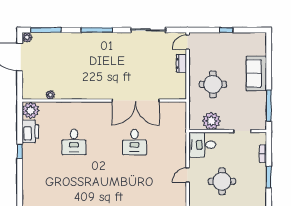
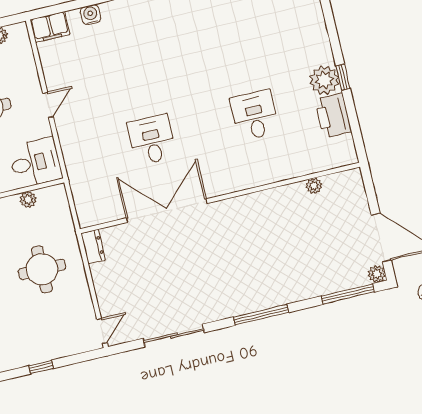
dresser: (181, 63) -> (93, 247), moved
plant: (31, 110) -> (324, 80), moved
plant: (211, 121) -> (28, 200), width x0.53, depth x0.53

